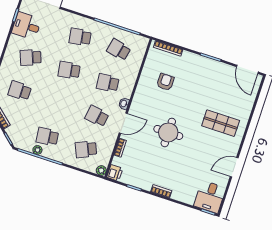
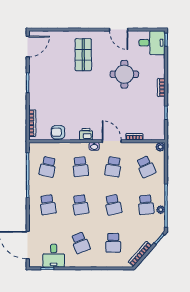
armchair: (165, 82) -> (58, 132), moved
school desk: (58, 103) -> (113, 205), added
round table: (168, 132) -> (124, 74), moved
printer: (115, 173) -> (86, 134), moved

